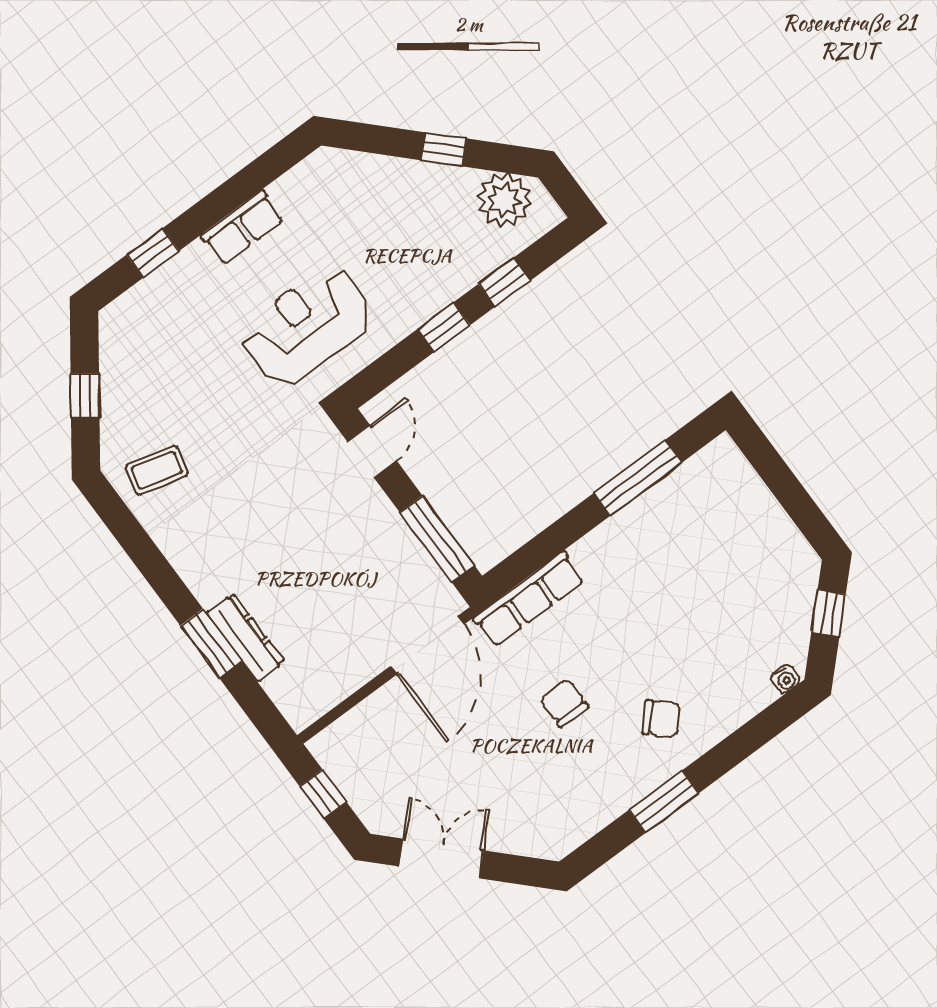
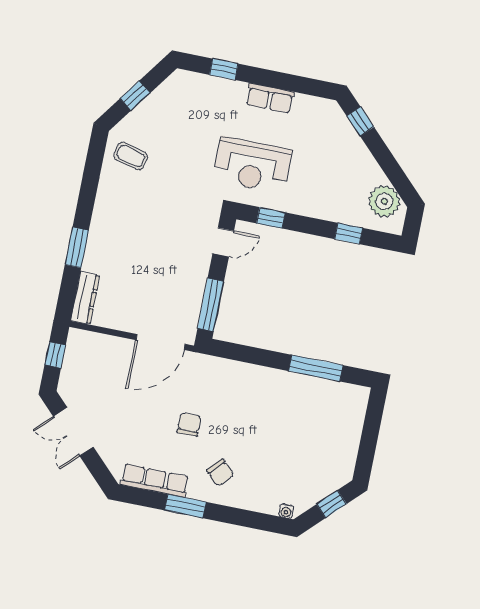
window: (444, 149) -> (360, 121), moved
reception desk: (307, 326) -> (252, 165), turned 180
window: (444, 327) -> (271, 218), moved
row of seats: (529, 599) -> (155, 481), moved, turned 180
dresser: (245, 638) -> (85, 298), moved
double door: (441, 858) -> (73, 432), swing flipped

